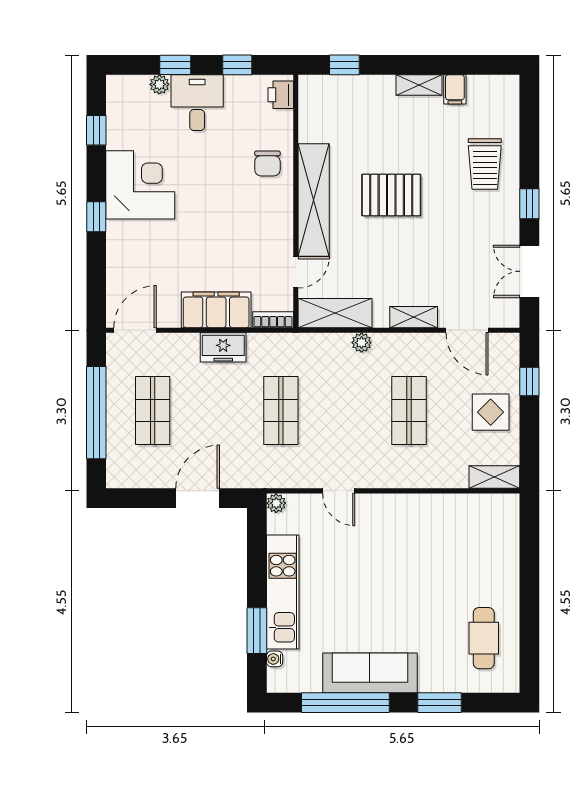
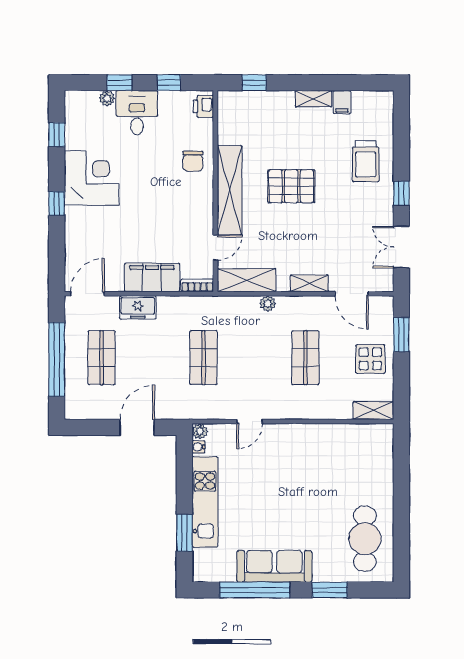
freezer: (223, 347) -> (138, 307), moved
window: (529, 382) -> (401, 335), width x1.50
door: (339, 491) -> (250, 422), hinge flipped
cafe table: (484, 638) -> (365, 539), width x1.37, depth x1.35
water cooler: (275, 659) -> (199, 447), moved

